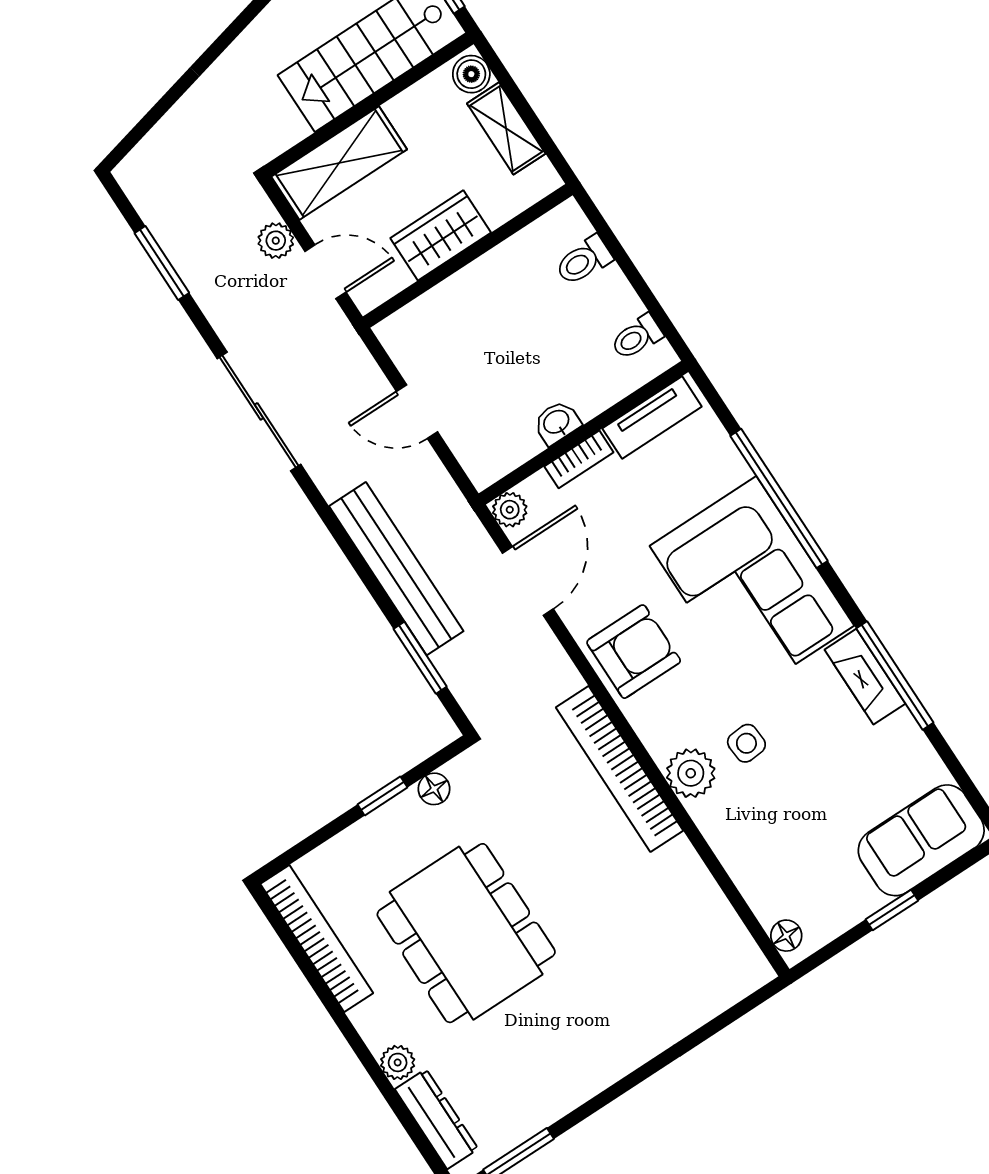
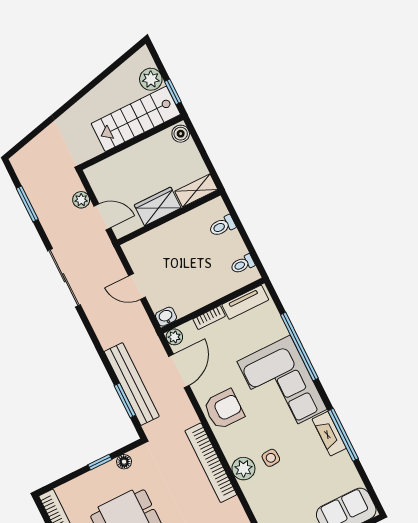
shelving: (506, 129) -> (196, 190), moved, turned 90
shelving: (339, 163) -> (115, 167), removed
washbasin: (557, 423) -> (166, 317), moved
bench: (396, 569) -> (132, 384), moved

